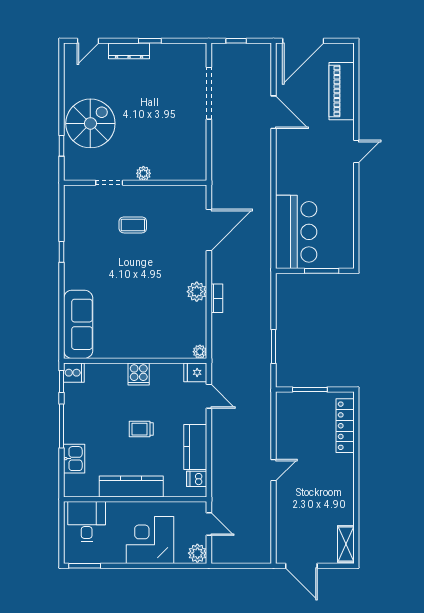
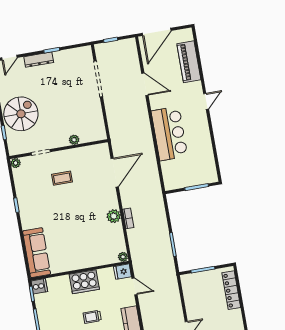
plant: (143, 173) -> (74, 140), moved
plant: (71, 192) -> (16, 163), added
bar counter: (296, 232) -> (169, 134), moved
cooker: (139, 374) -> (84, 282), width x1.87, depth x1.31

